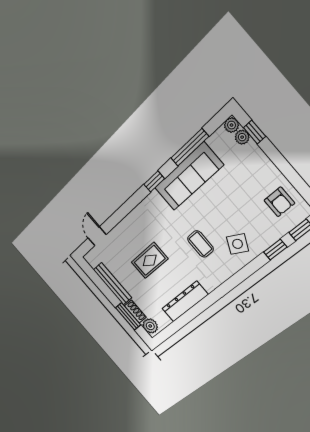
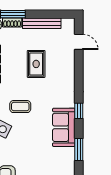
window: (190, 147) -> (79, 149), width x0.69
sofa: (189, 177) -> (64, 127), width x0.73

